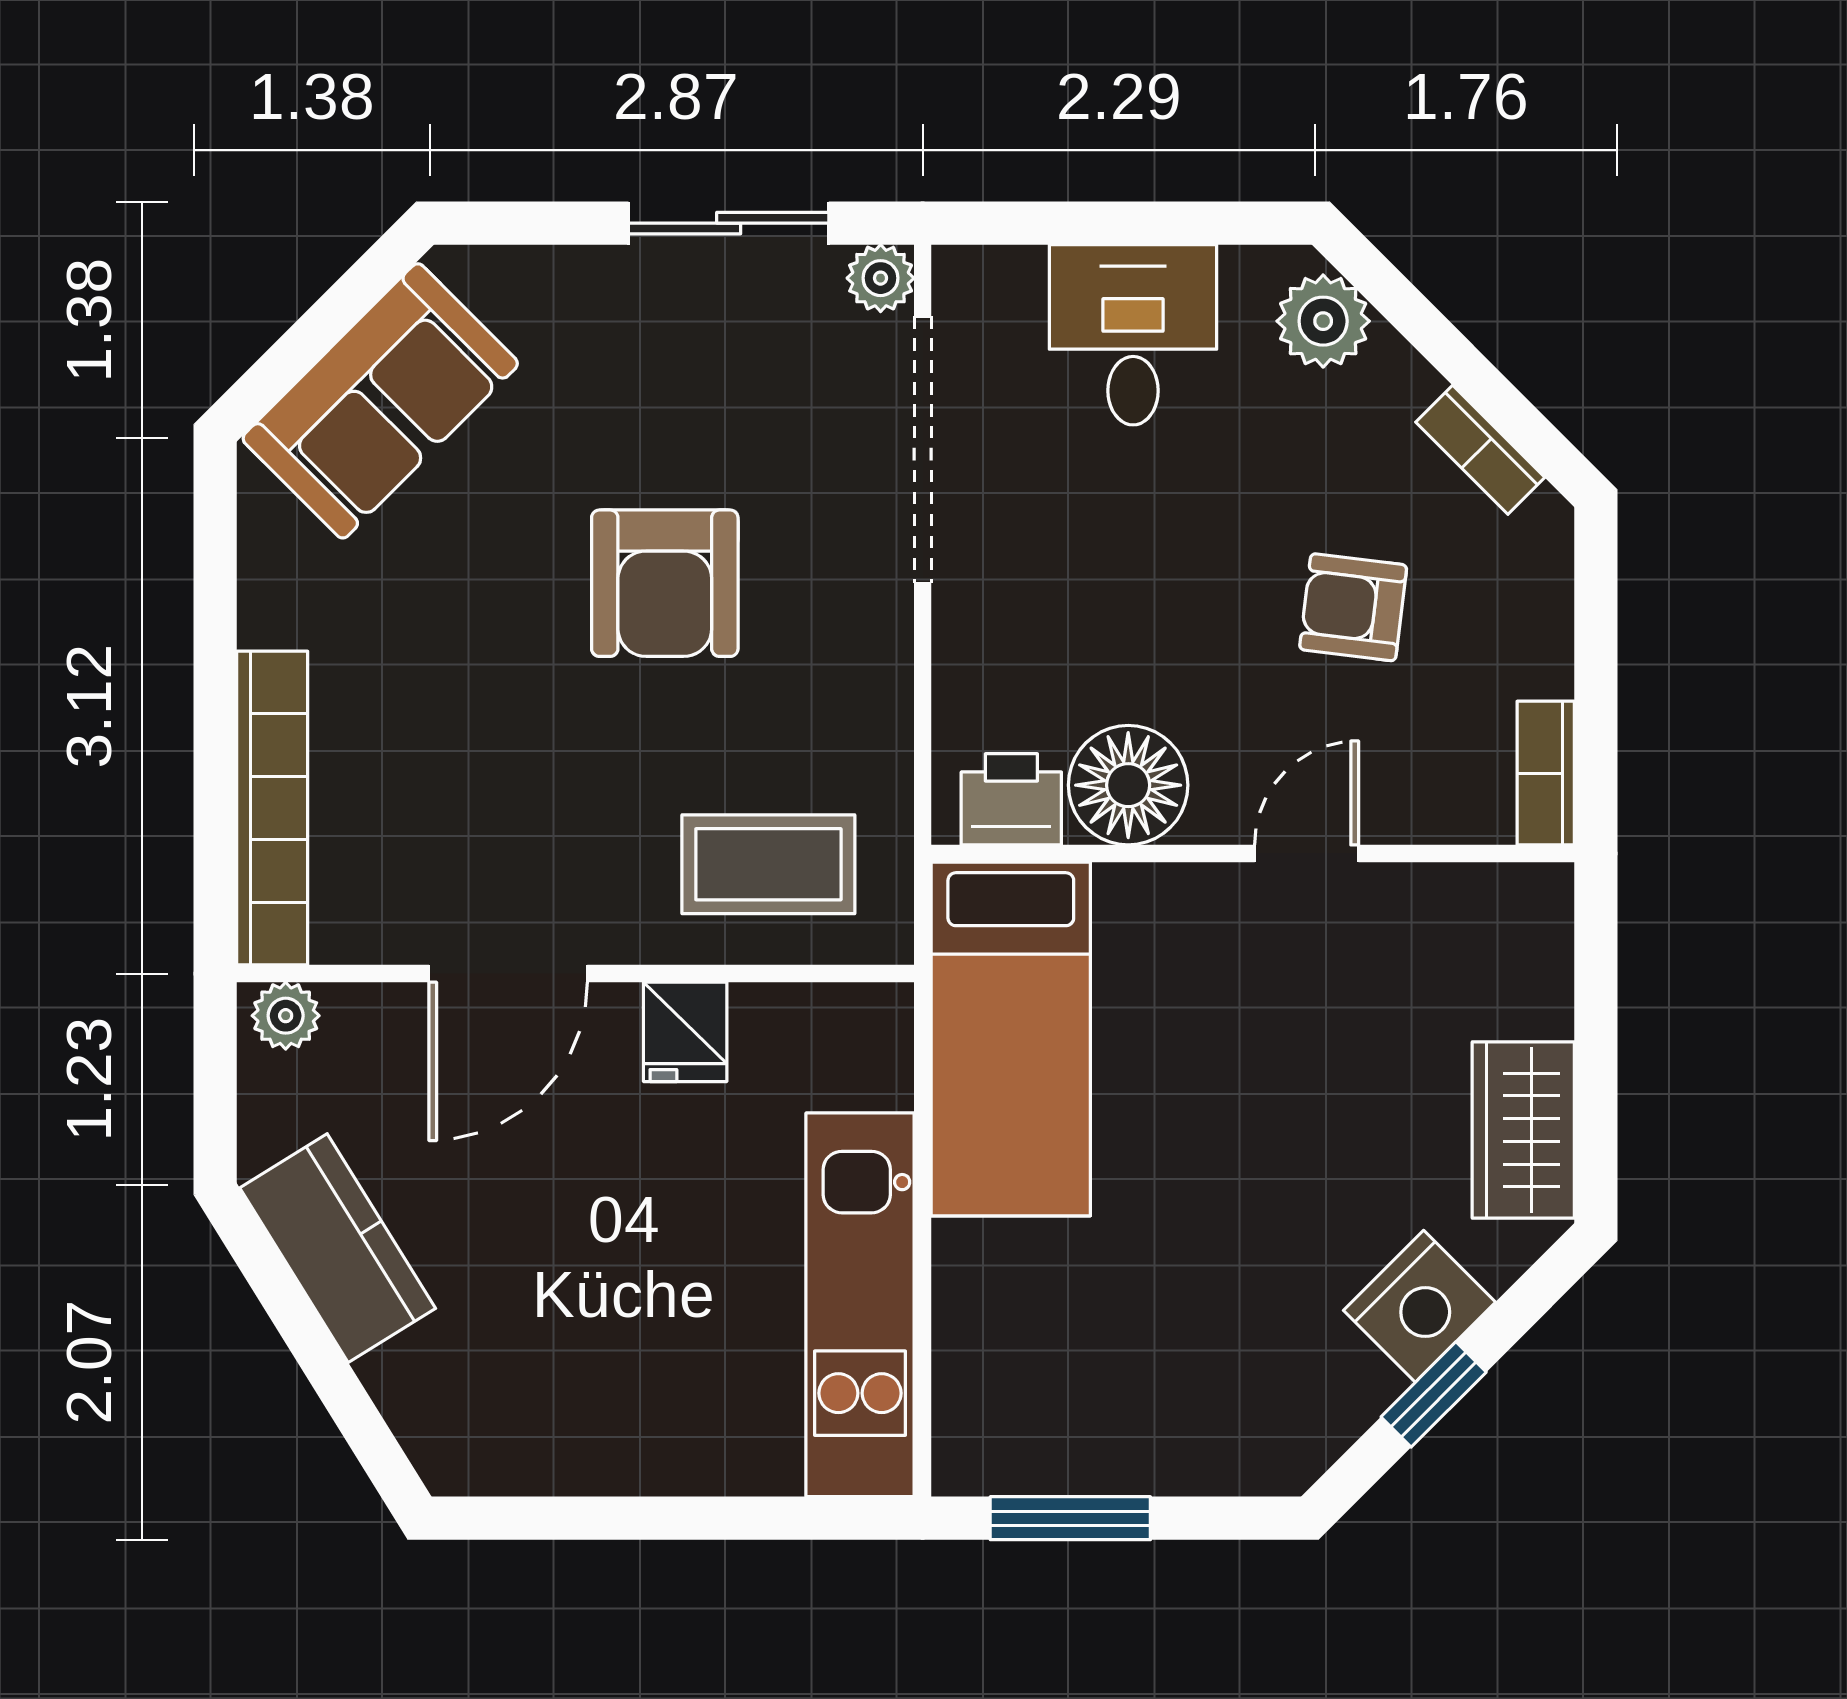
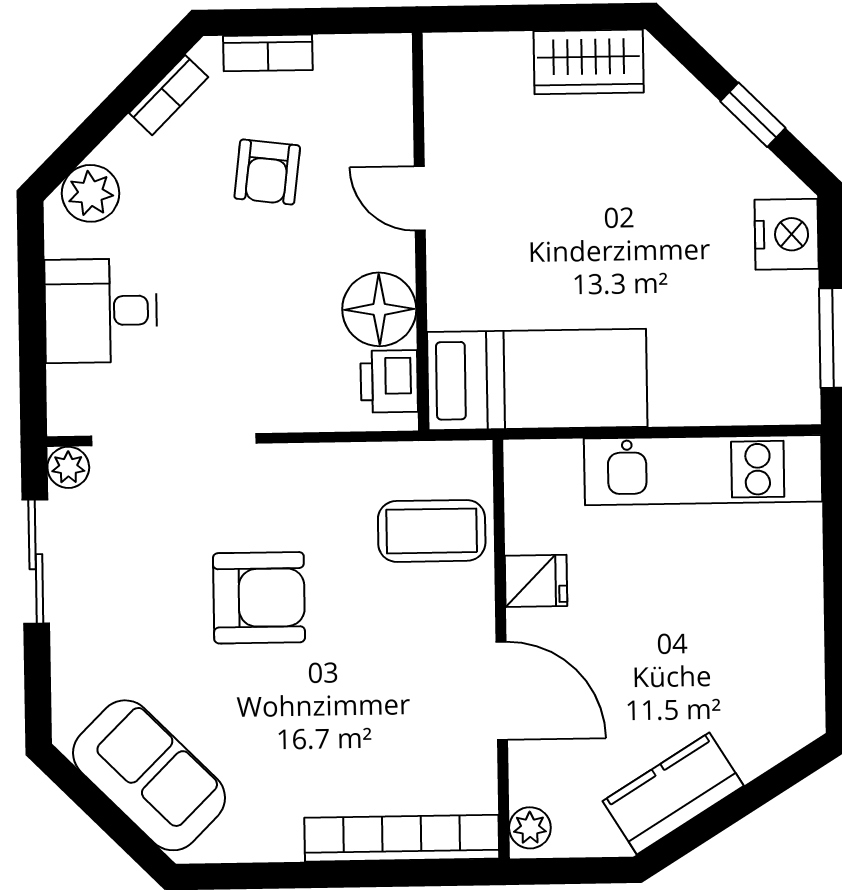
bookcase: (1546, 773) -> (268, 53), moved
coffee table: (768, 864) -> (432, 531), turned 90
nightstand: (1419, 1306) -> (787, 234), moved, turned 45

